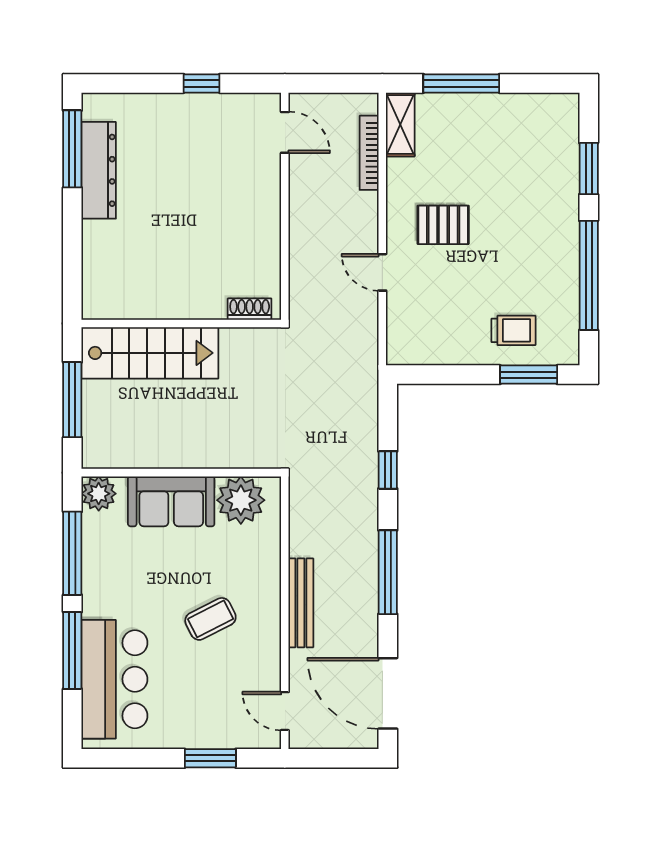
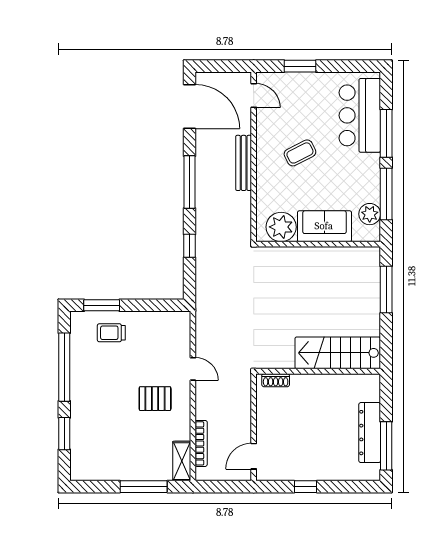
door: (285, 132) -> (254, 456), hinge flipped
shoe rack: (250, 309) -> (276, 380), moved
wall: (181, 323) -> (318, 371), moved
stairs: (150, 353) -> (338, 353), moved
plant: (99, 494) -> (370, 214), moved

